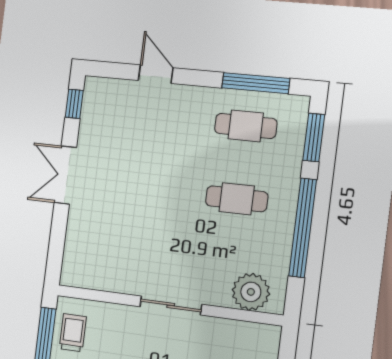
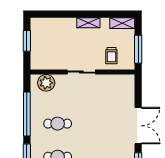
double door: (65, 175) -> (138, 126), width x1.37
trolley: (73, 333) -> (111, 56), moved

